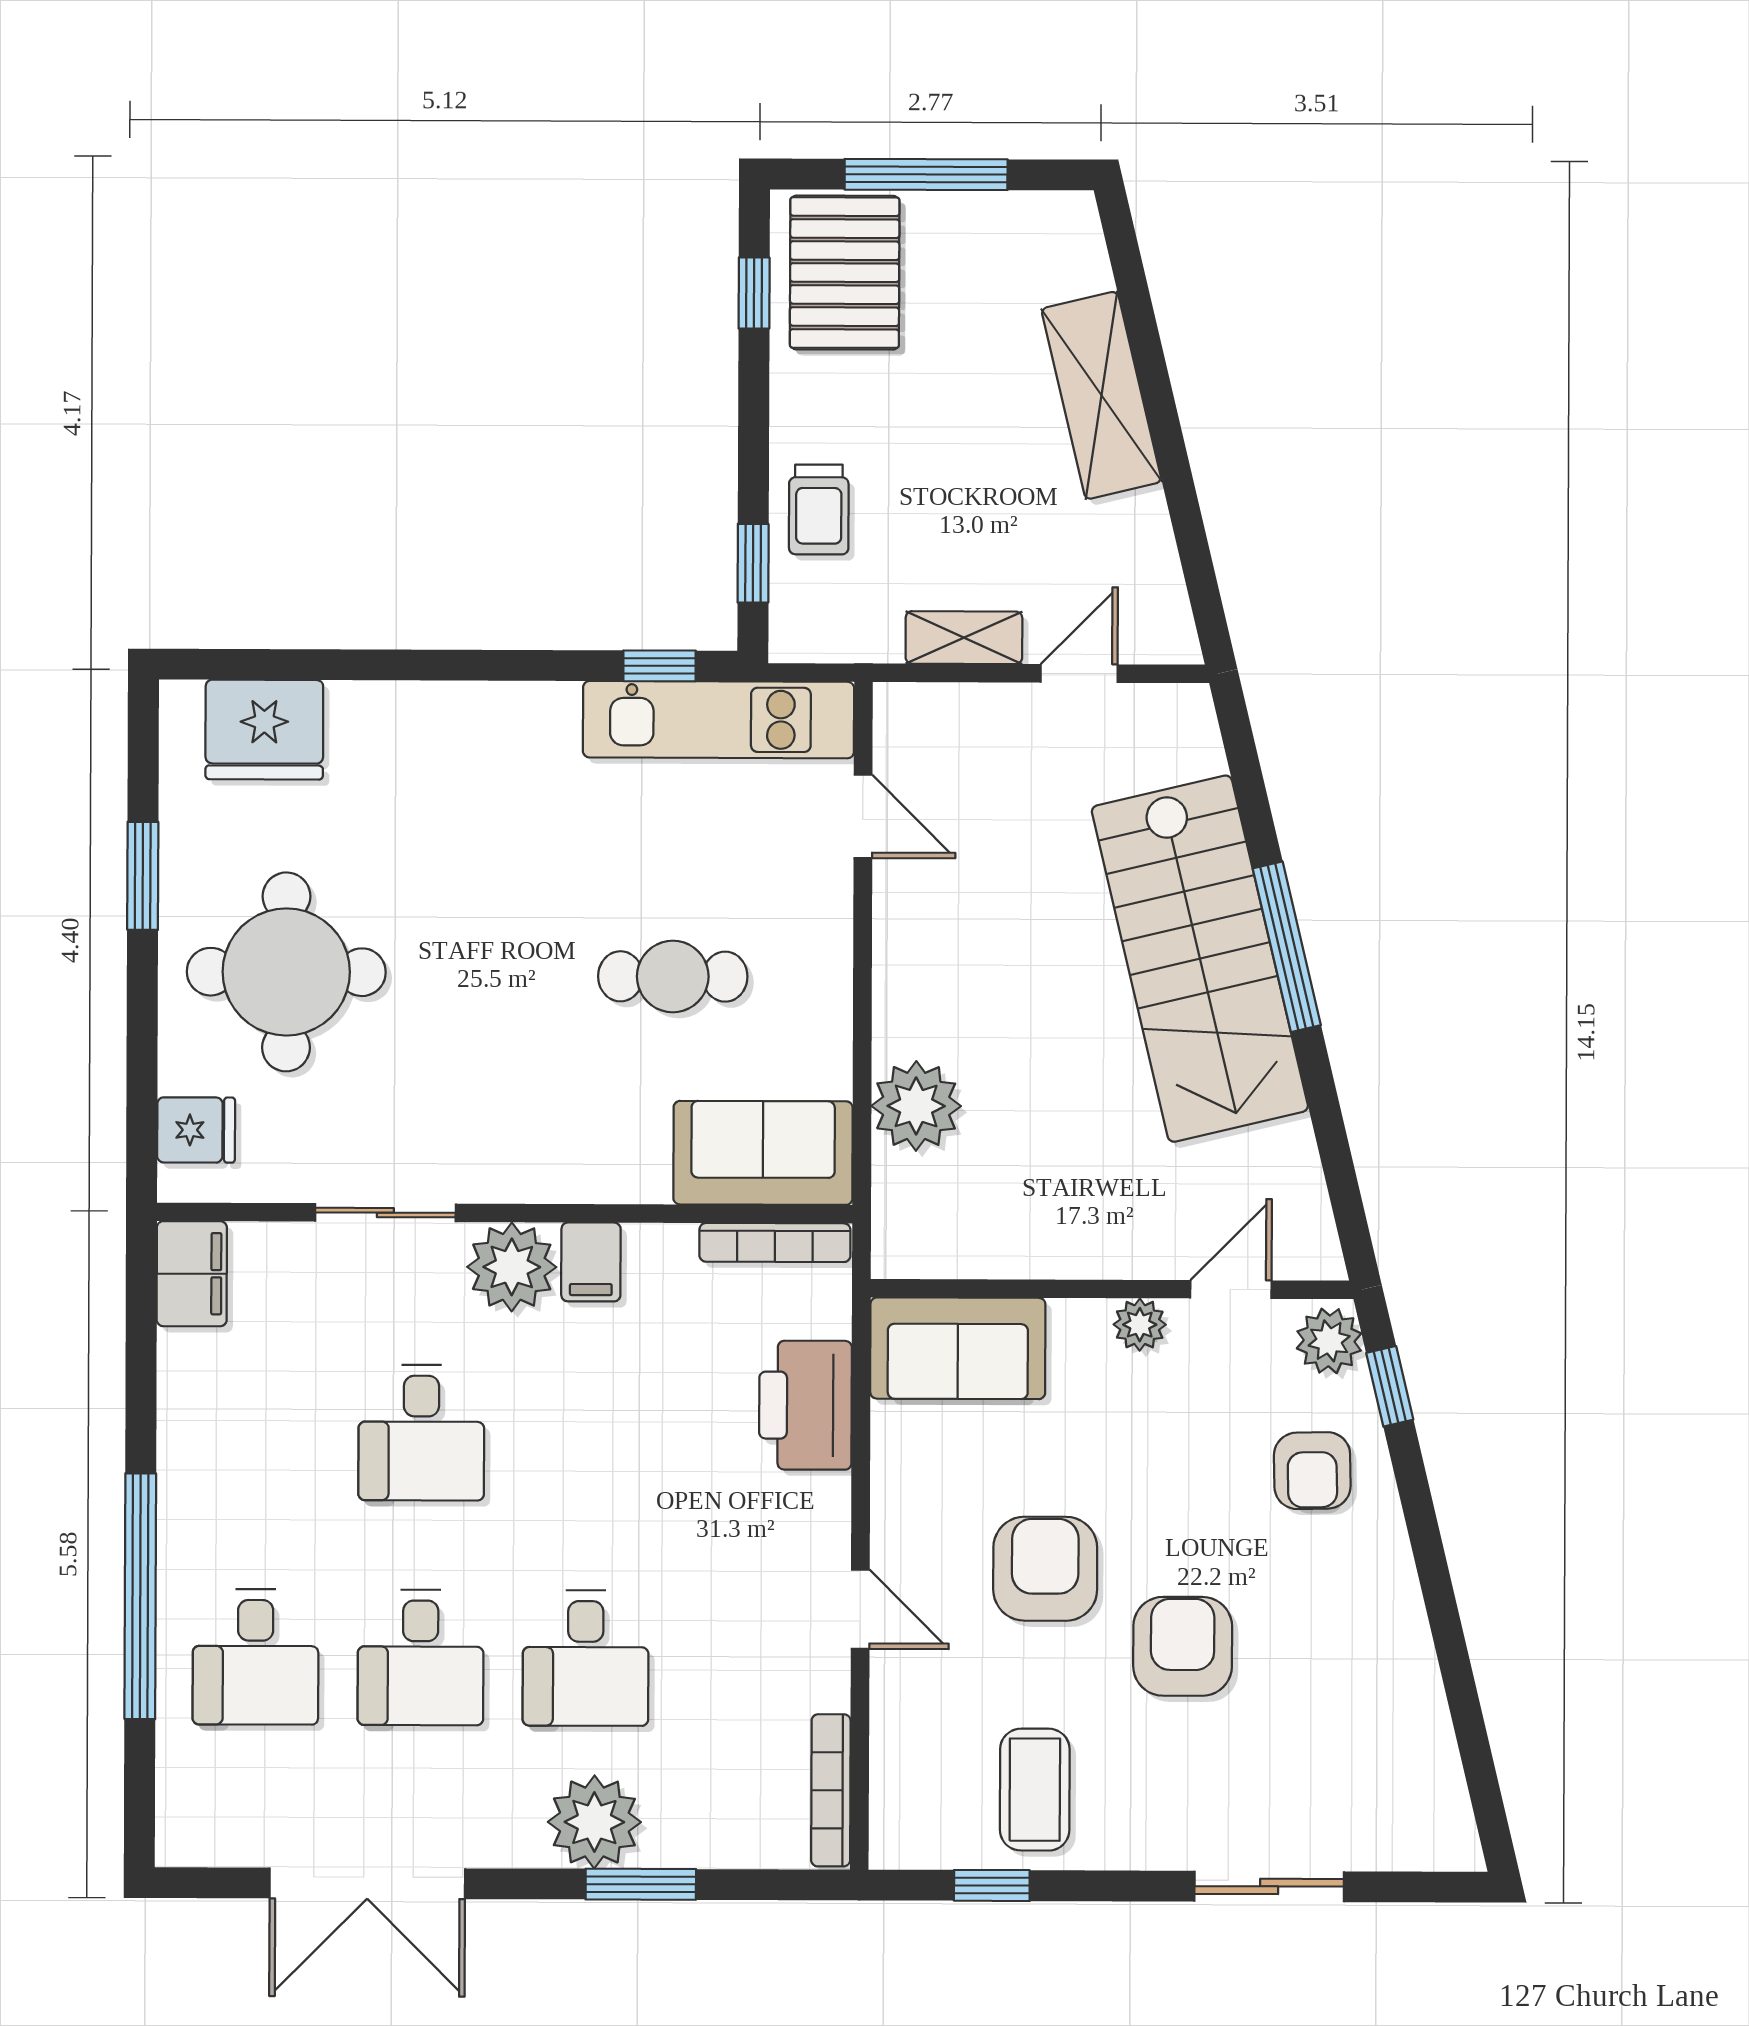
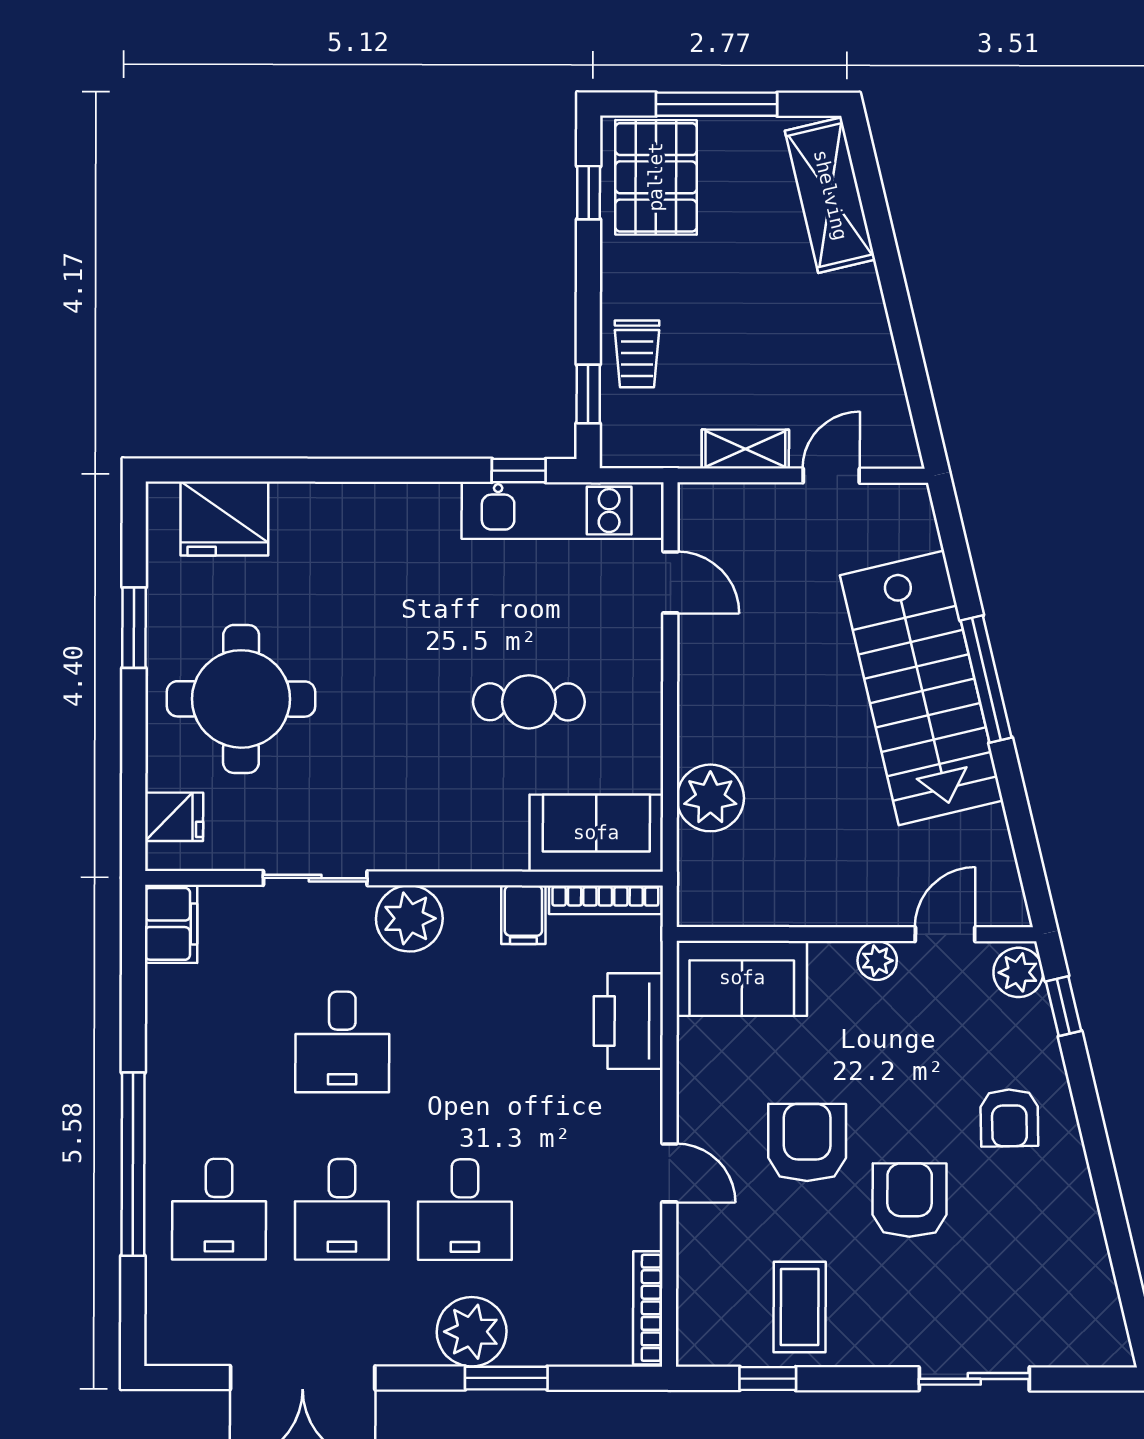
shelving: (1101, 395) -> (830, 195), moved
filing cabinet: (591, 1262) -> (523, 915), moved
armchair: (1312, 1471) -> (1009, 1118), moved

